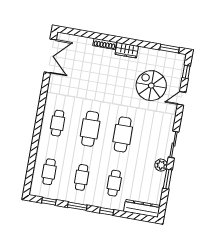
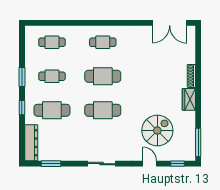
window: (170, 49) -> (198, 143), width x1.44
plant: (161, 165) -> (79, 155), removed
window: (168, 179) -> (51, 164), moved
cafe table: (114, 183) -> (52, 110), width x1.37, depth x1.35
window: (49, 201) -> (22, 47), removed

